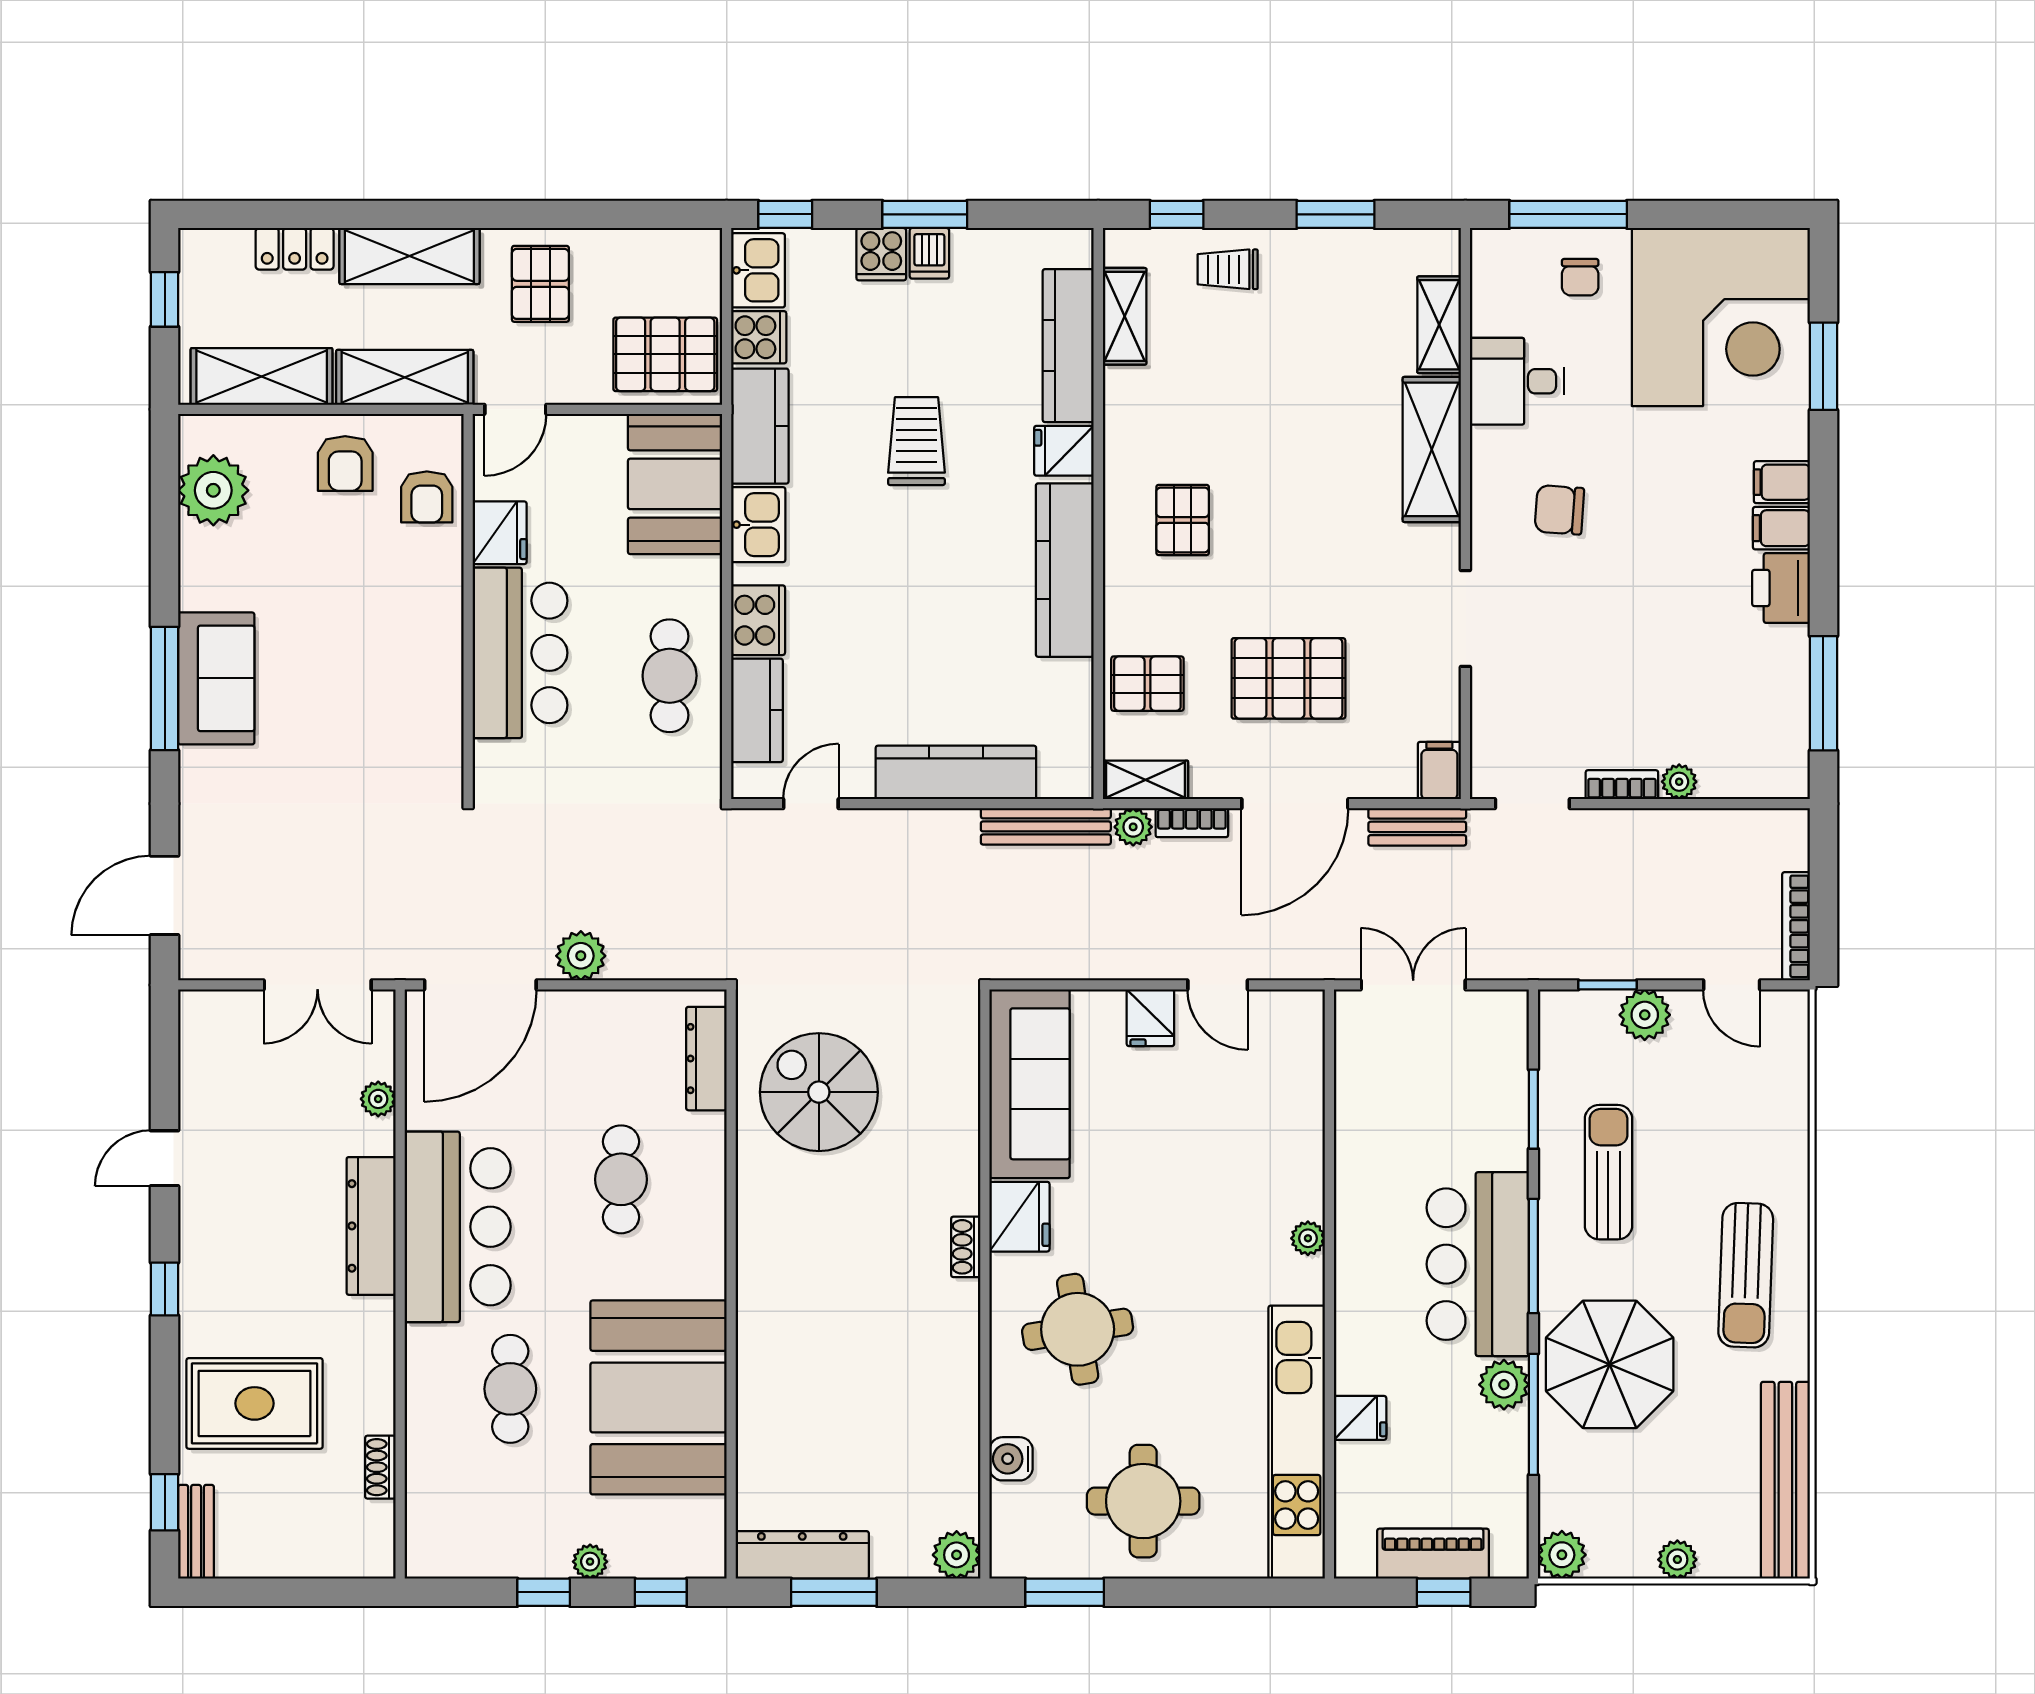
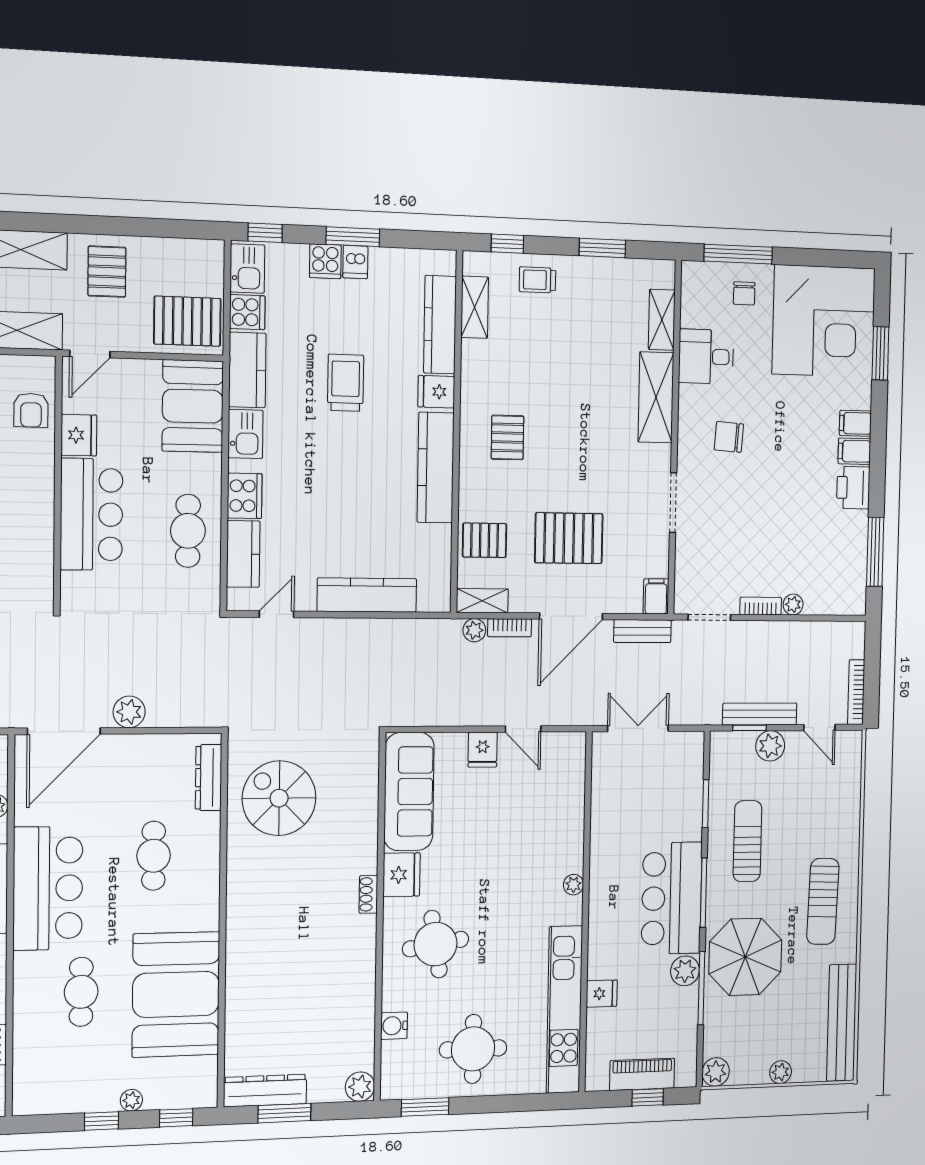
bench: (1046, 826) -> (760, 714), moved

